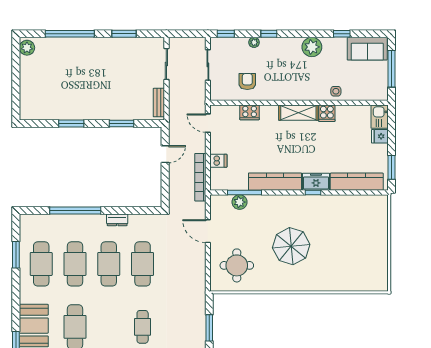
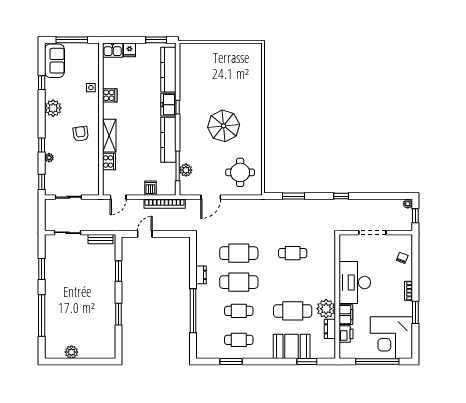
plant: (27, 48) -> (71, 352), moved
armchair: (247, 82) -> (81, 134), moved, turned 82
shelving: (298, 113) -> (109, 136), moved
door: (165, 154) -> (145, 234), hinge flipped
cafe table: (41, 264) -> (239, 340), width x0.73, depth x0.74
cafe table: (75, 264) -> (239, 311), width x0.73, depth x0.74

